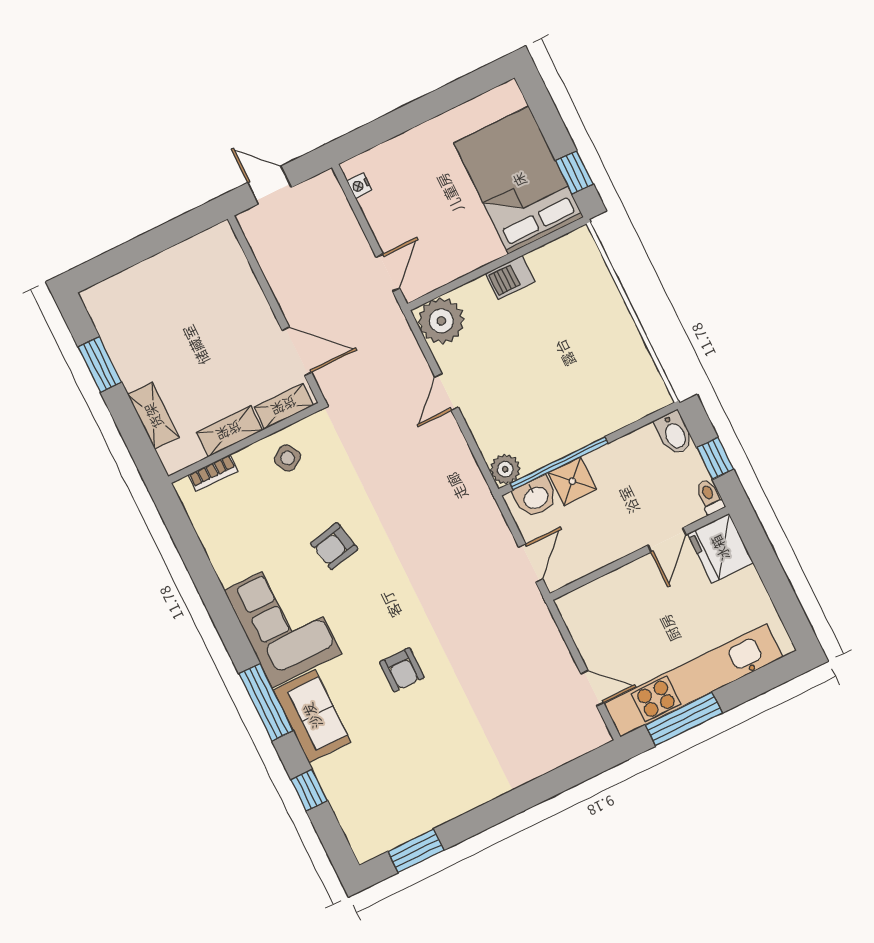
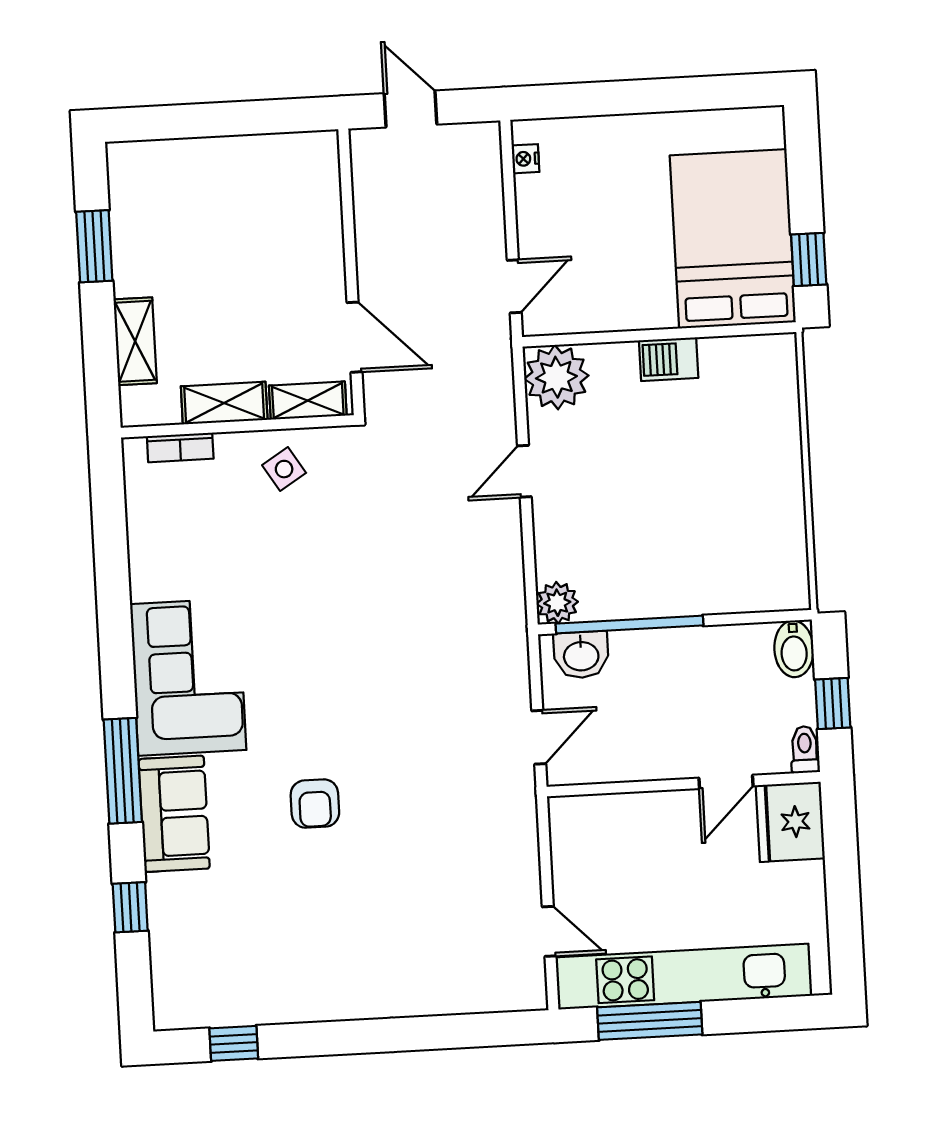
shower: (572, 481) -> (637, 655), removed
armchair: (334, 546) -> (296, 608), removed
window: (416, 851) -> (234, 1043), width x0.67

